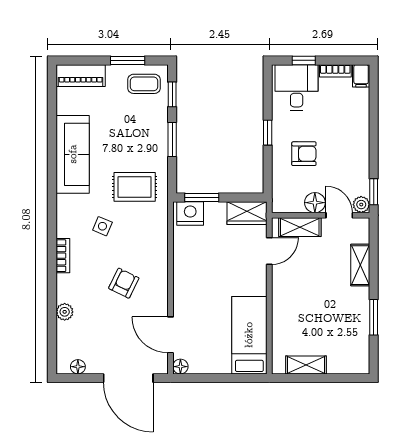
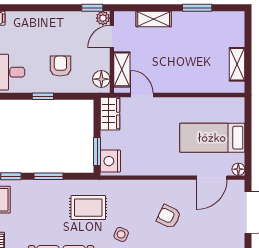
rug: (135, 187) -> (88, 208), turned 90
floor lamp: (315, 203) -> (101, 79), moved
bed: (249, 335) -> (212, 138), moved

